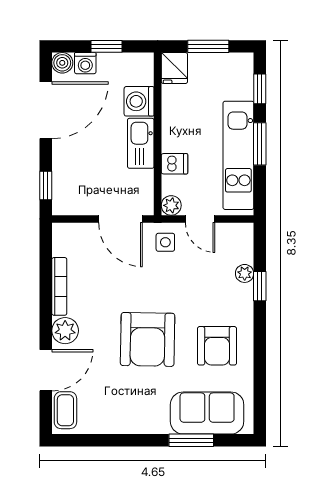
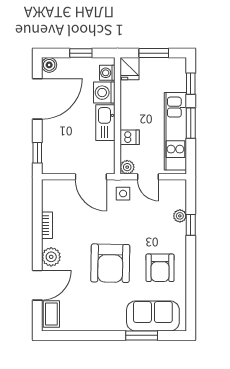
washing machine: (85, 63) -> (107, 73), moved, turned 90
bookcase: (59, 286) -> (47, 225), width x0.64

